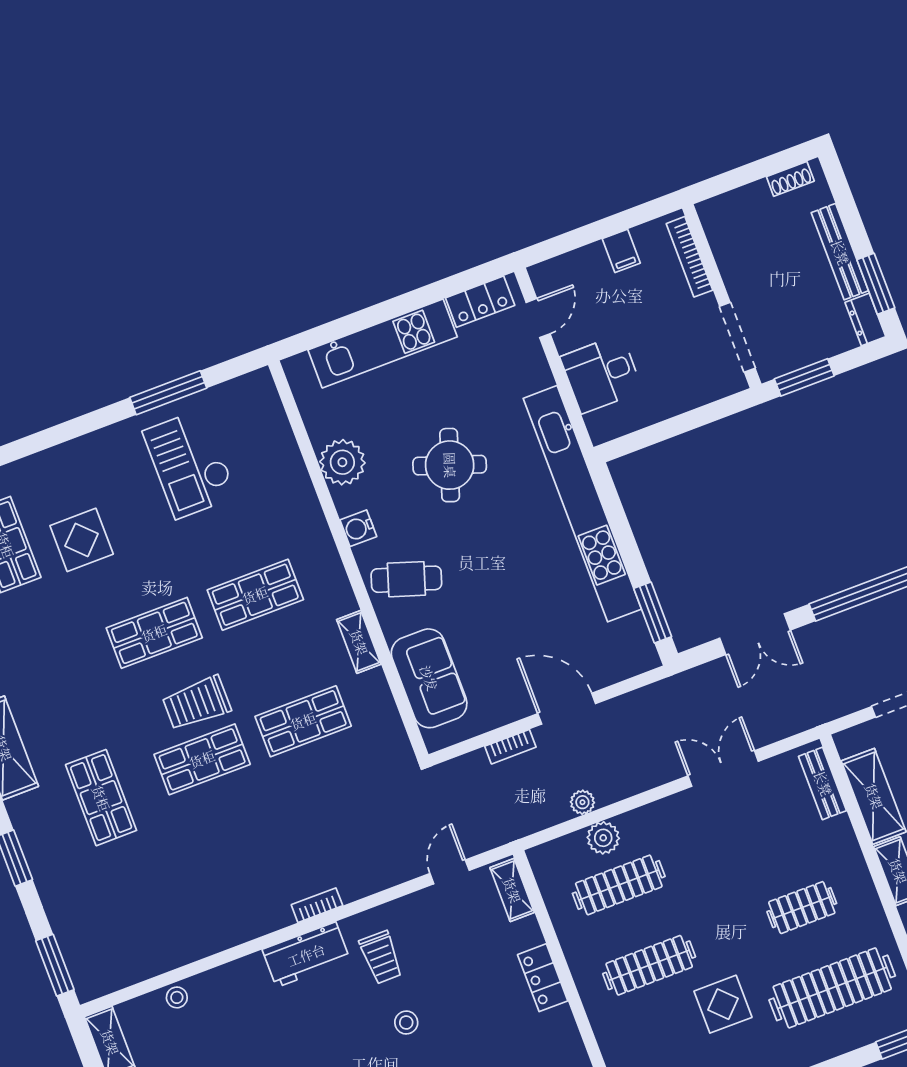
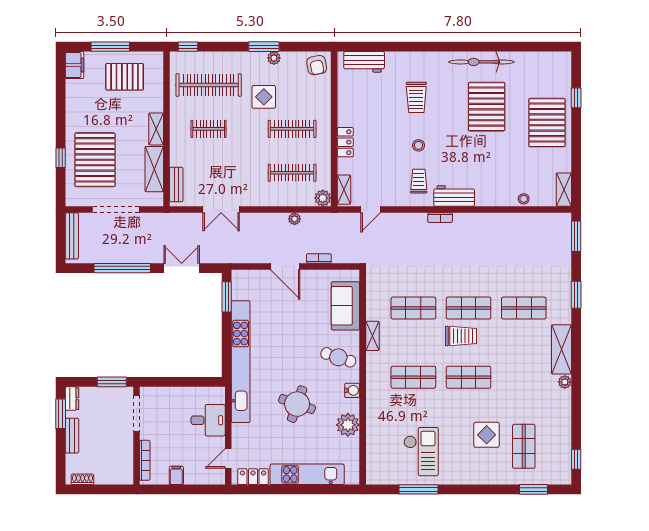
bench: (840, 252) -> (72, 436), width x0.73
shop shelf: (101, 798) -> (524, 308), turned 90
plant: (603, 838) -> (323, 198), moved

